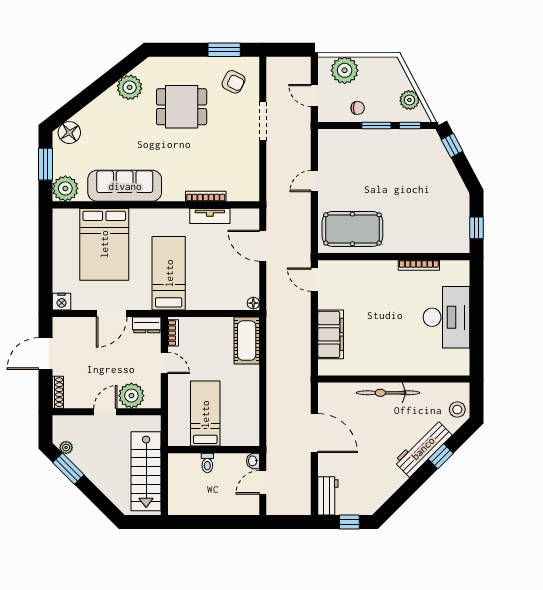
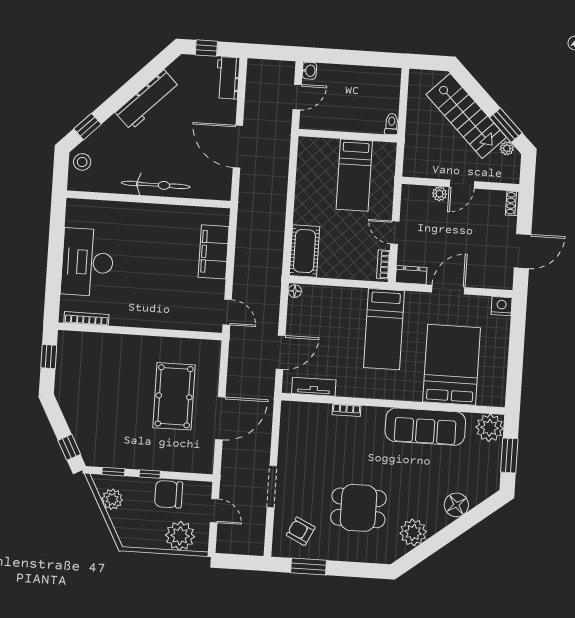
chair: (358, 108) -> (169, 494), width x1.87, depth x1.87
window: (376, 126) -> (150, 474), width x0.67
floor lamp: (69, 133) -> (456, 505), moved
door: (314, 181) -> (220, 418), width x1.87
bookcase: (206, 196) -> (346, 410), width x0.64
tv unit: (210, 216) -> (314, 387), moved
pool table: (352, 229) -> (174, 396), moved, turned 90
door: (263, 246) -> (281, 352), hinge flipped
bookcase: (419, 265) -> (86, 319), moved
shoe rack: (58, 392) -> (512, 203), width x0.70
plant: (131, 396) -> (440, 194), width x0.53, depth x0.53
workbench: (423, 448) -> (147, 100), moved
window: (441, 456) -> (88, 126), moved
washbasin: (253, 461) -> (309, 71), moved
toilet: (207, 463) -> (392, 124), moved
stairs: (146, 471) -> (466, 116), moved, turned 135

